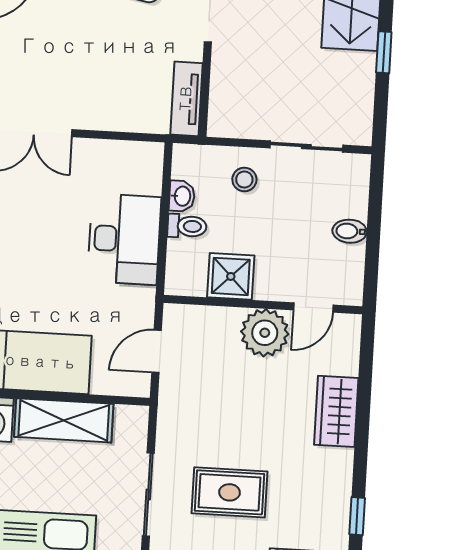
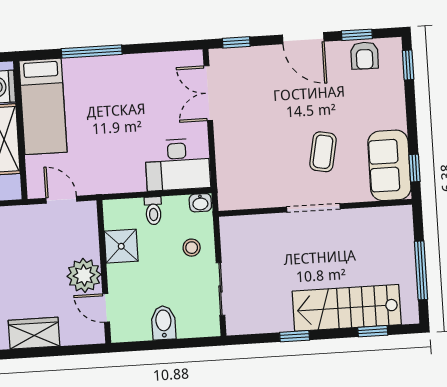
tv unit: (186, 99) -> (244, 199), removed
washbasin: (182, 196) -> (200, 203), moved
bidet: (350, 231) -> (164, 323), width x1.38, depth x1.36
desk: (124, 239) -> (177, 164), moved

